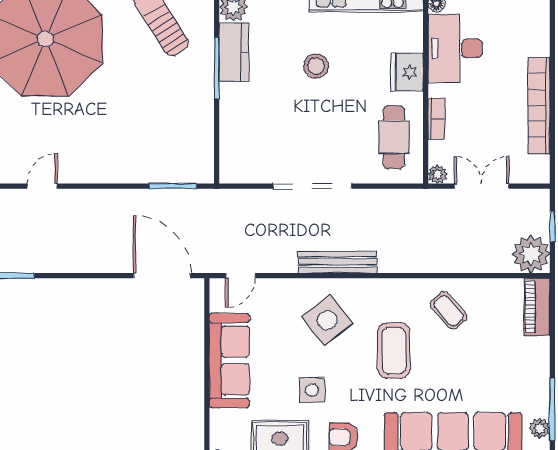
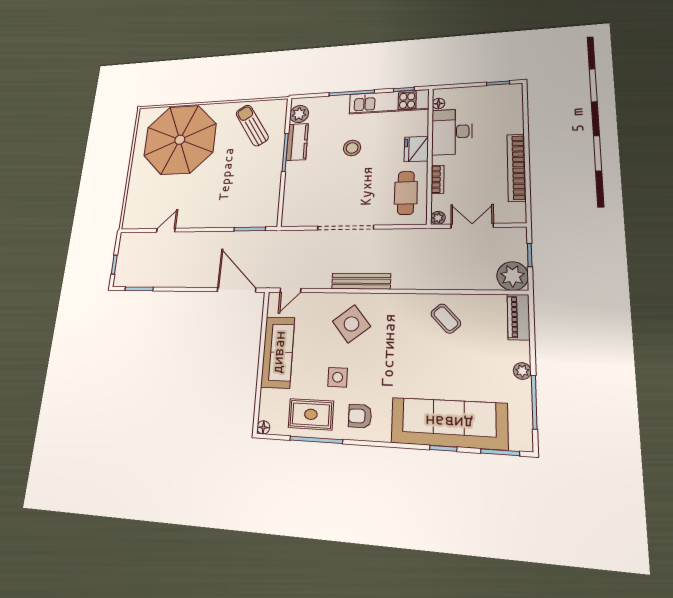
coffee table: (394, 350) -> (402, 349), removed
plant: (540, 428) -> (522, 371), moved

